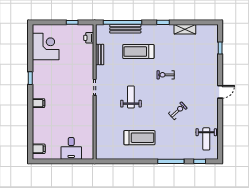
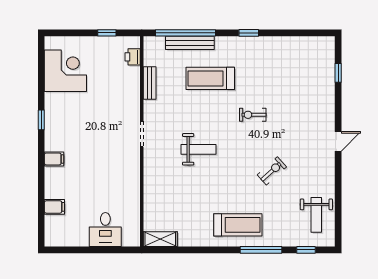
shelving: (185, 29) -> (160, 239), moved
weight bench: (131, 97) -> (199, 149), turned 90
treadmill: (139, 138) -> (238, 225), moved
filing cabinet: (39, 149) -> (54, 207), moved

